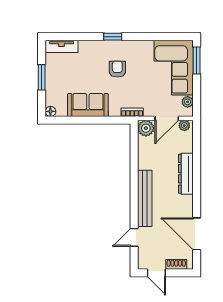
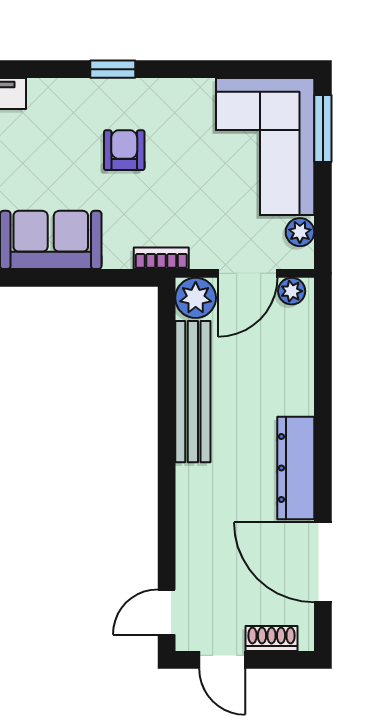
dresser: (186, 174) -> (296, 468), moved
bench: (145, 198) -> (193, 392), moved
door: (134, 237) -> (167, 612), moved

